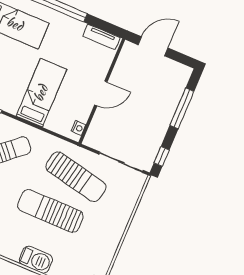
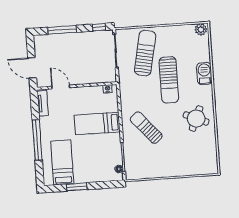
door: (101, 93) -> (61, 87), moved
sun lounger: (76, 177) -> (145, 53), moved

